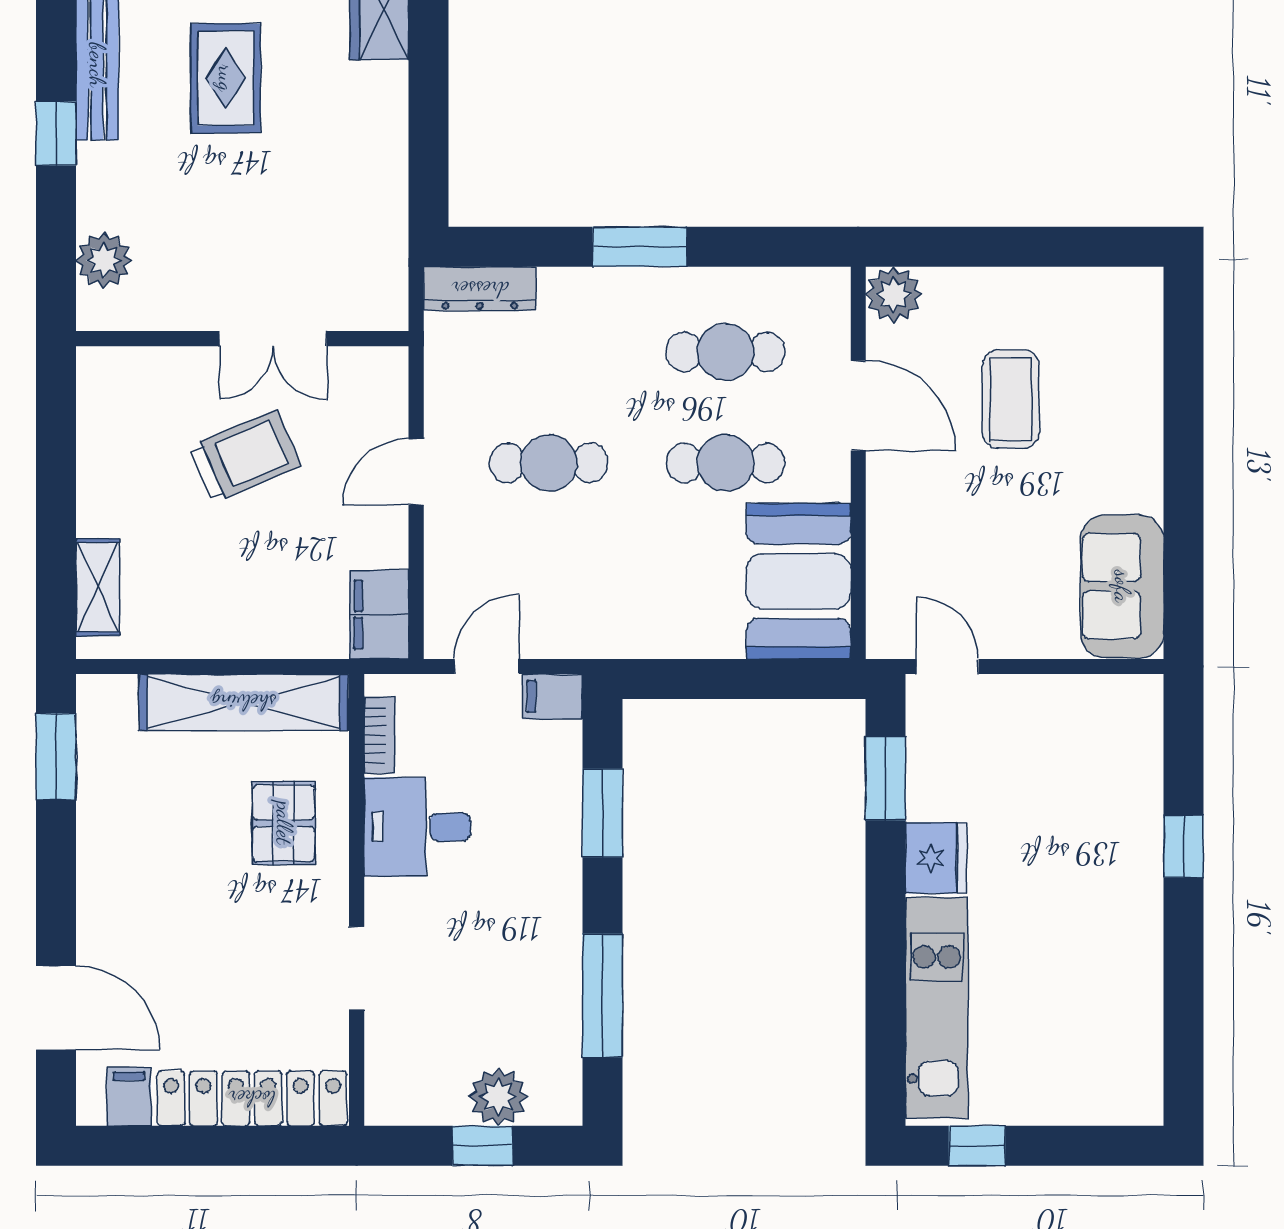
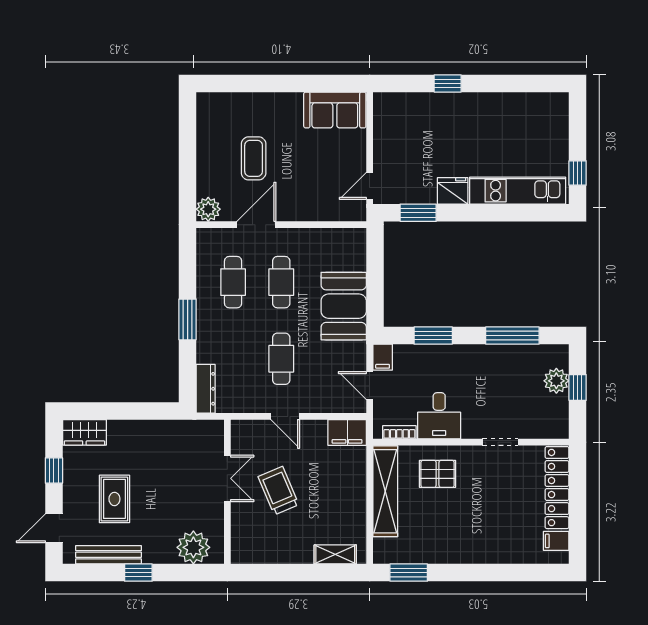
rug: (226, 78) -> (114, 499), turned 90
plant: (104, 260) -> (193, 547), width x1.36, depth x1.36
coffee table: (1011, 399) -> (254, 158), turned 90
booth: (799, 581) -> (344, 306), moved, turned 90
door: (56, 1008) -> (518, 573), removed

